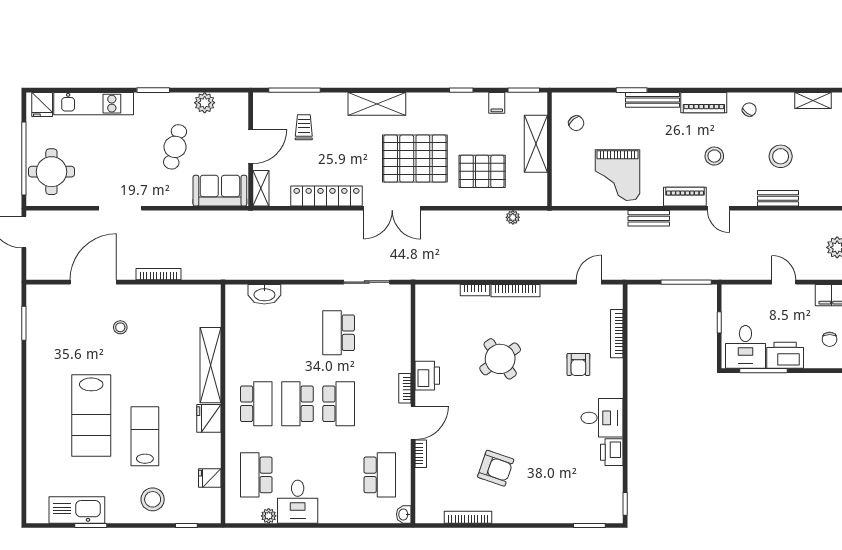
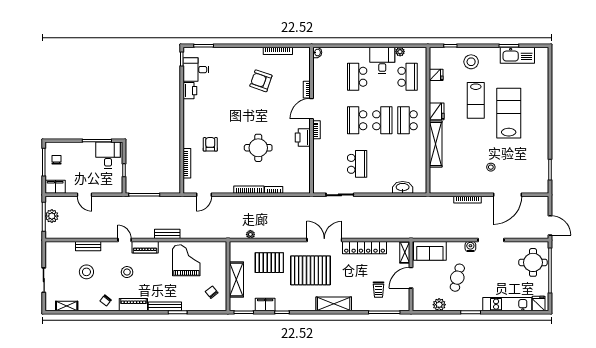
filing cabinet: (497, 103) -> (265, 305), width x2.00
water cooler: (154, 198) -> (470, 247), added
printer: (785, 355) -> (84, 150), removed
round table: (500, 359) -> (258, 148), turned 35
desk: (602, 418) -> (196, 70), moved
school desk: (380, 475) -> (357, 77), moved

